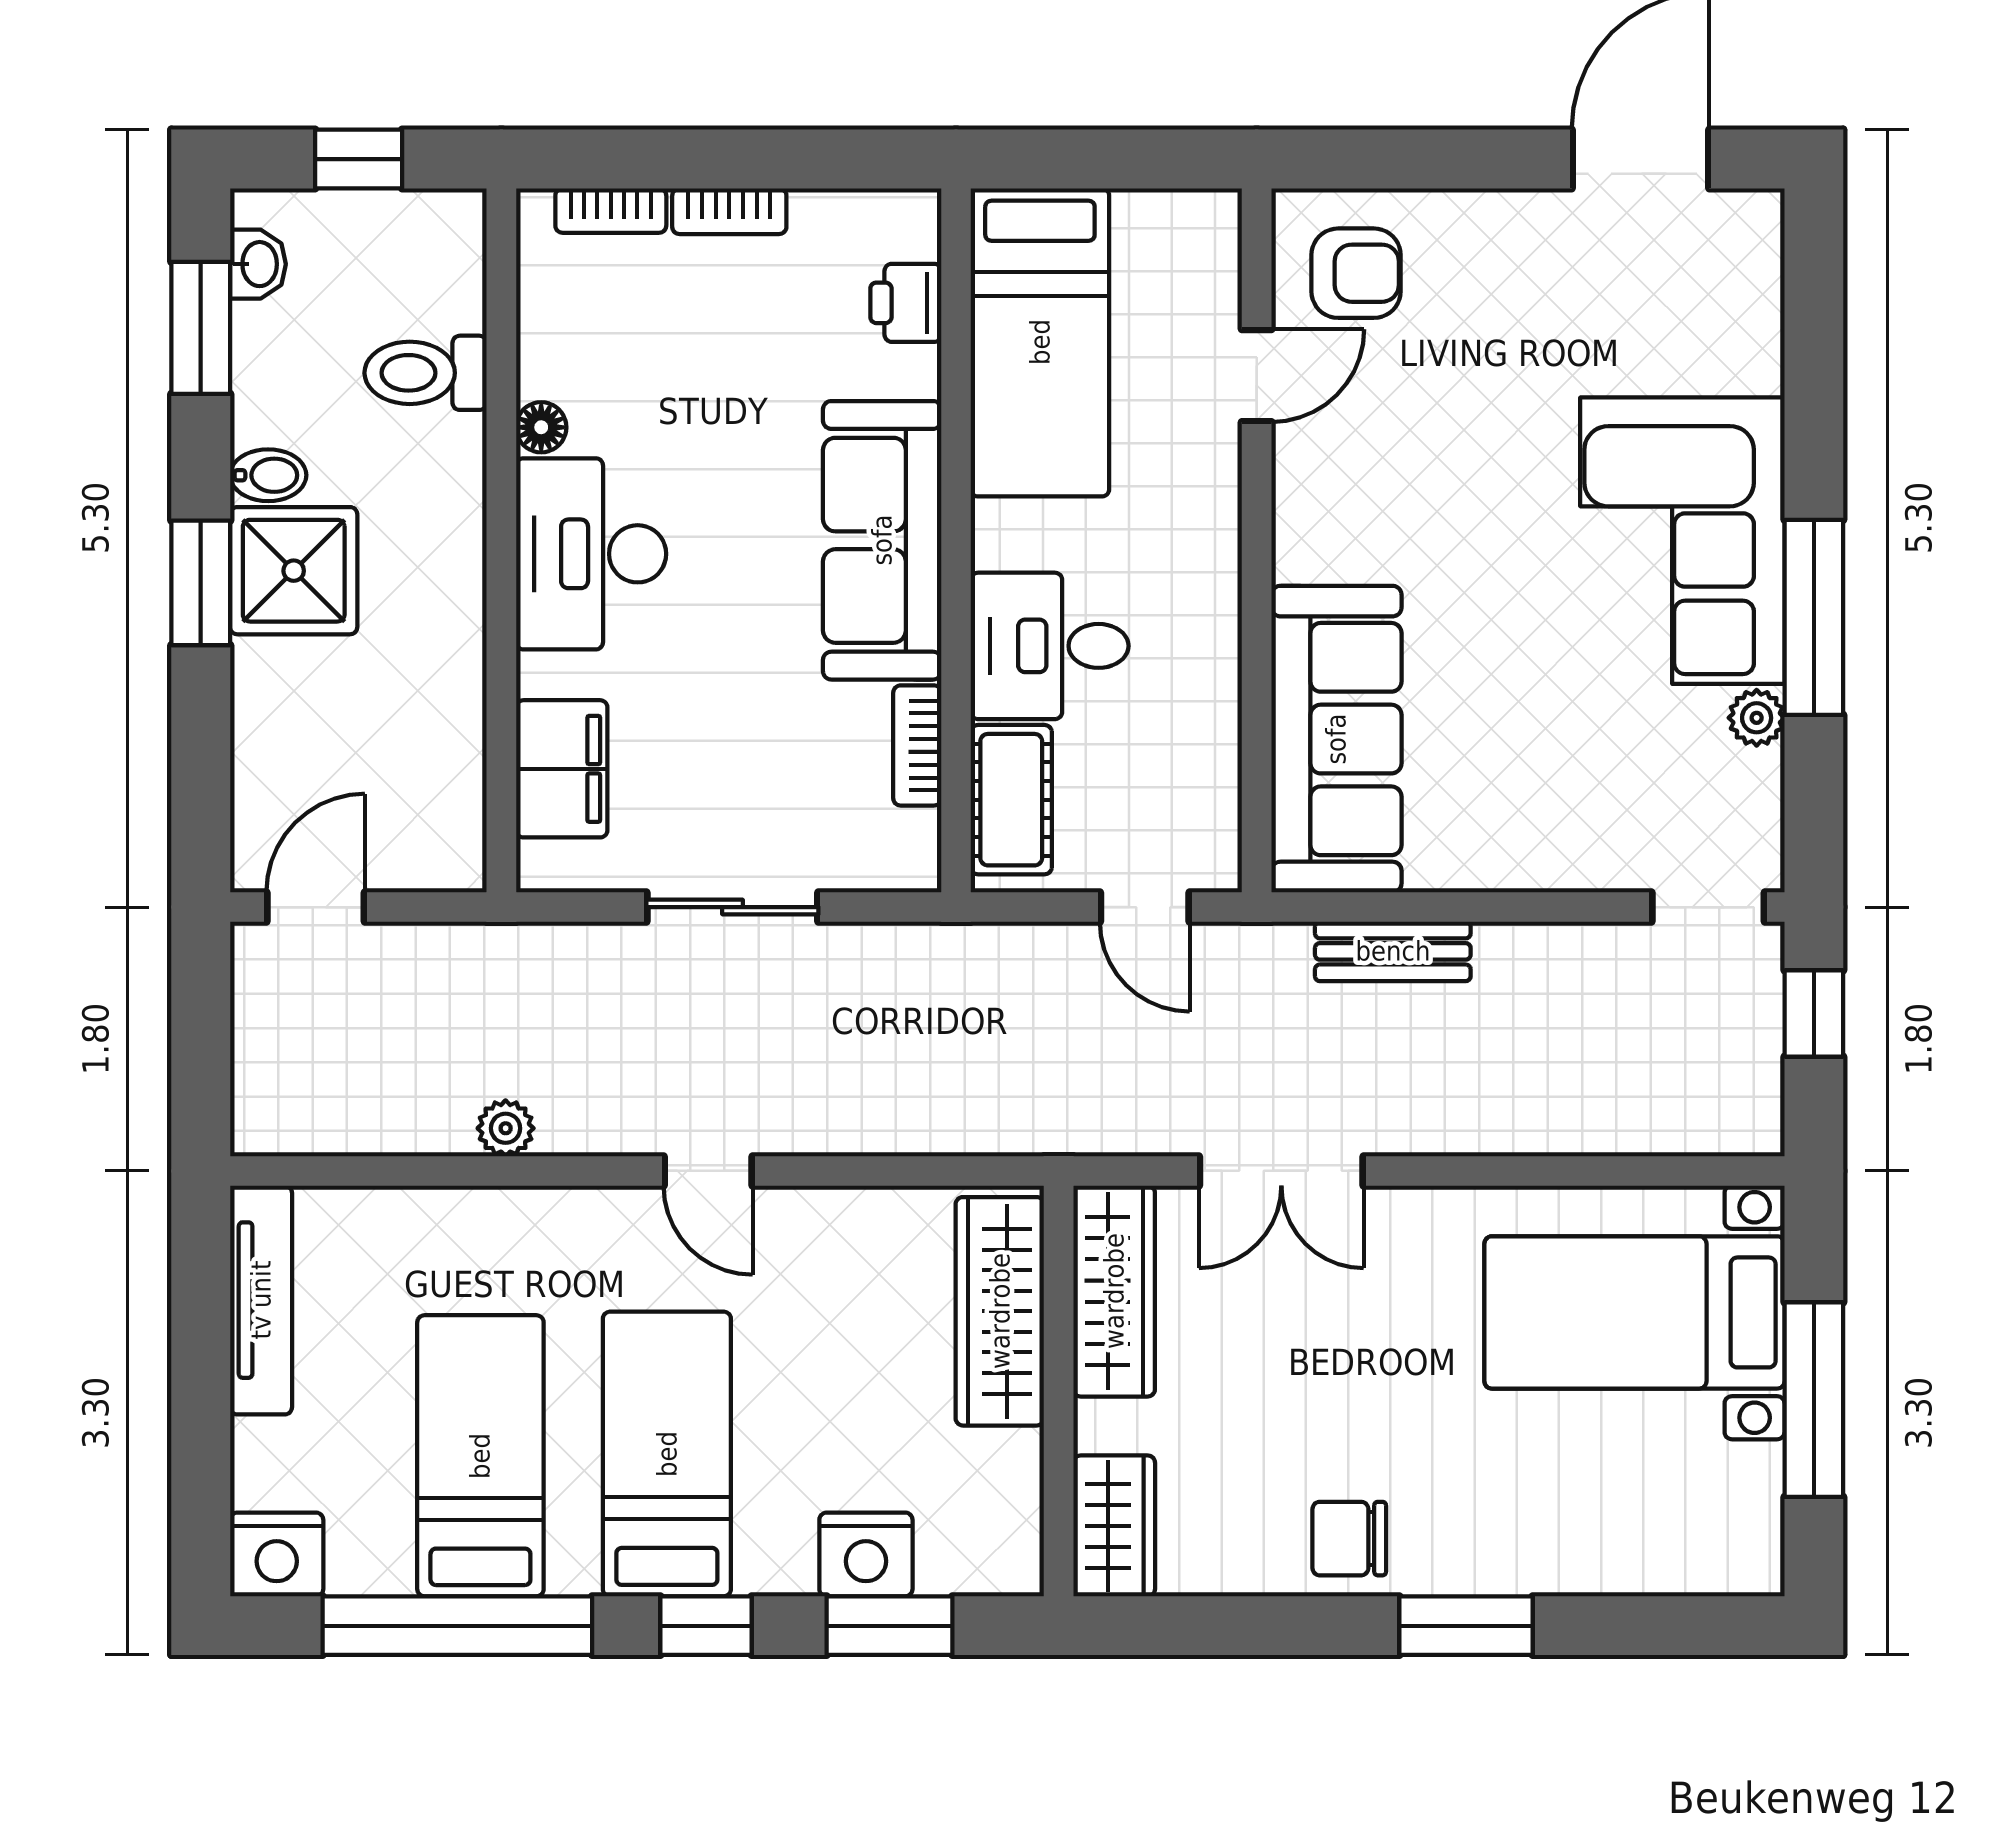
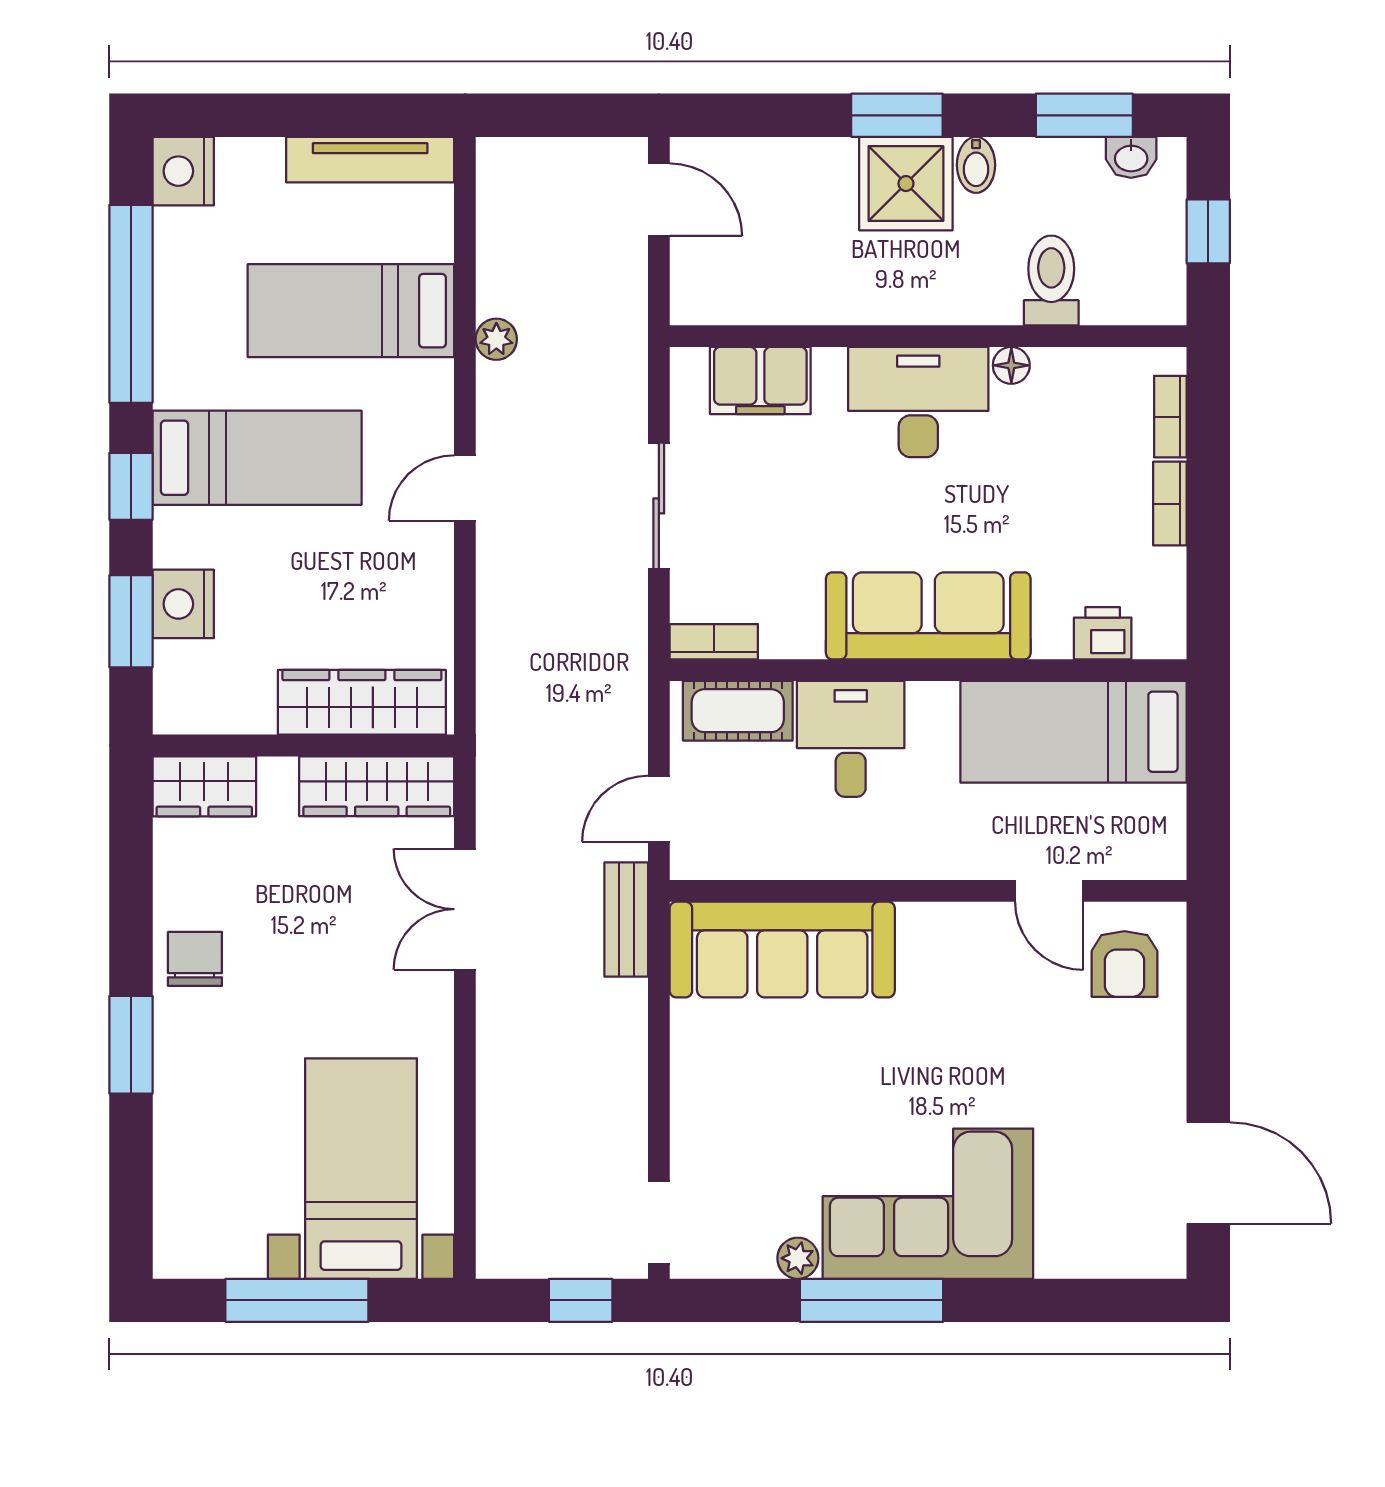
bookcase: (917, 745) -> (714, 642), moved
bench: (1393, 951) -> (626, 919), moved
bed: (480, 1456) -> (351, 311), moved, turned 180

